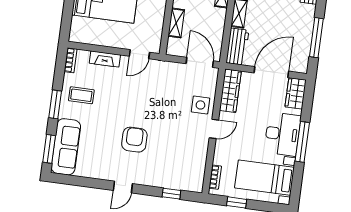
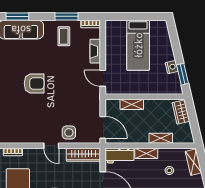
door: (200, 62) -> (103, 127), hinge flipped
window: (55, 104) -> (67, 16), moved

